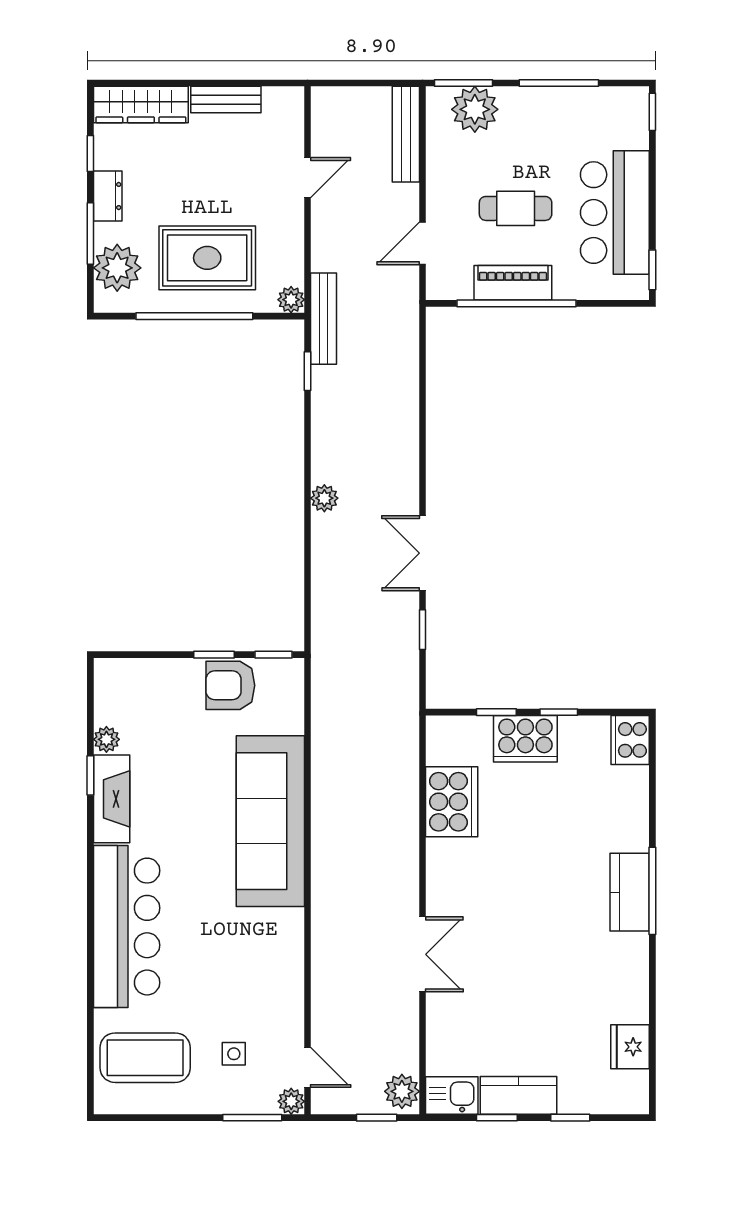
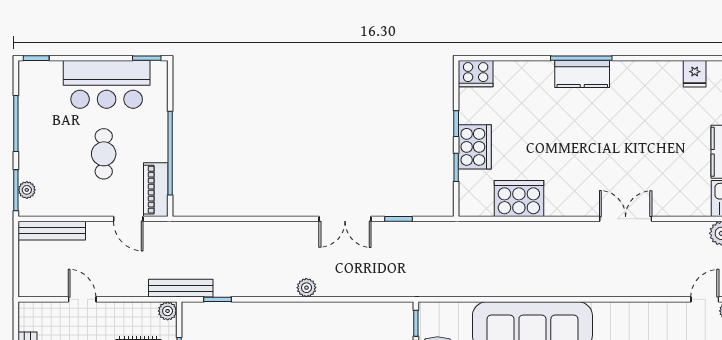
plant: (475, 109) -> (27, 190), width x0.53, depth x0.53
piano: (513, 283) -> (156, 190), moved
fridge: (630, 1047) -> (695, 74), width x0.72

